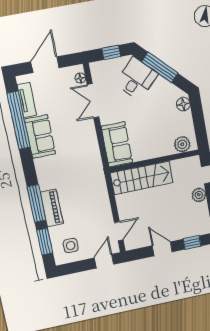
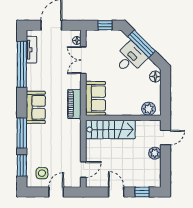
desk: (137, 79) -> (130, 58), moved
sofa: (40, 136) -> (36, 107), moved
piano: (52, 208) -> (74, 104), moved, turned 180
door: (104, 261) -> (56, 192), moved

